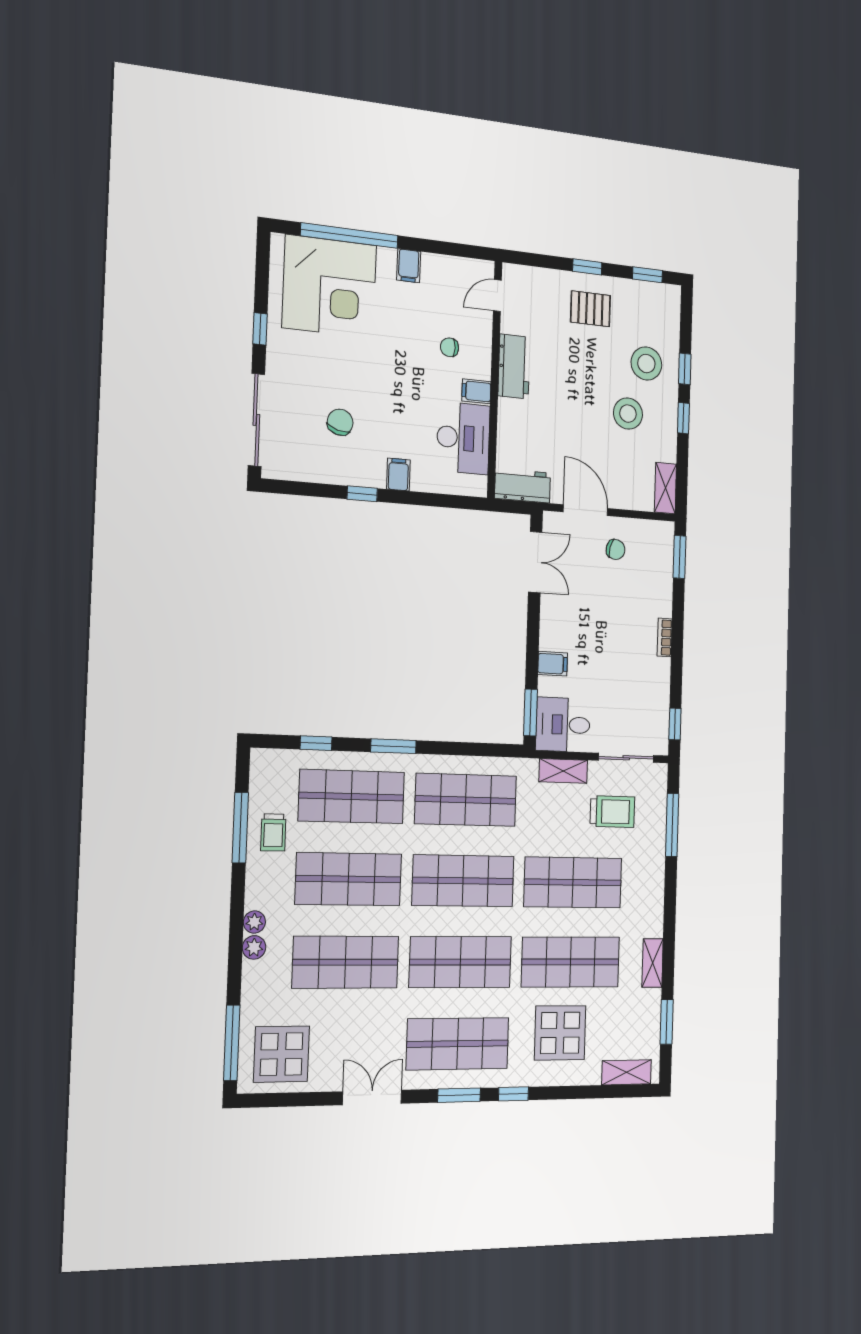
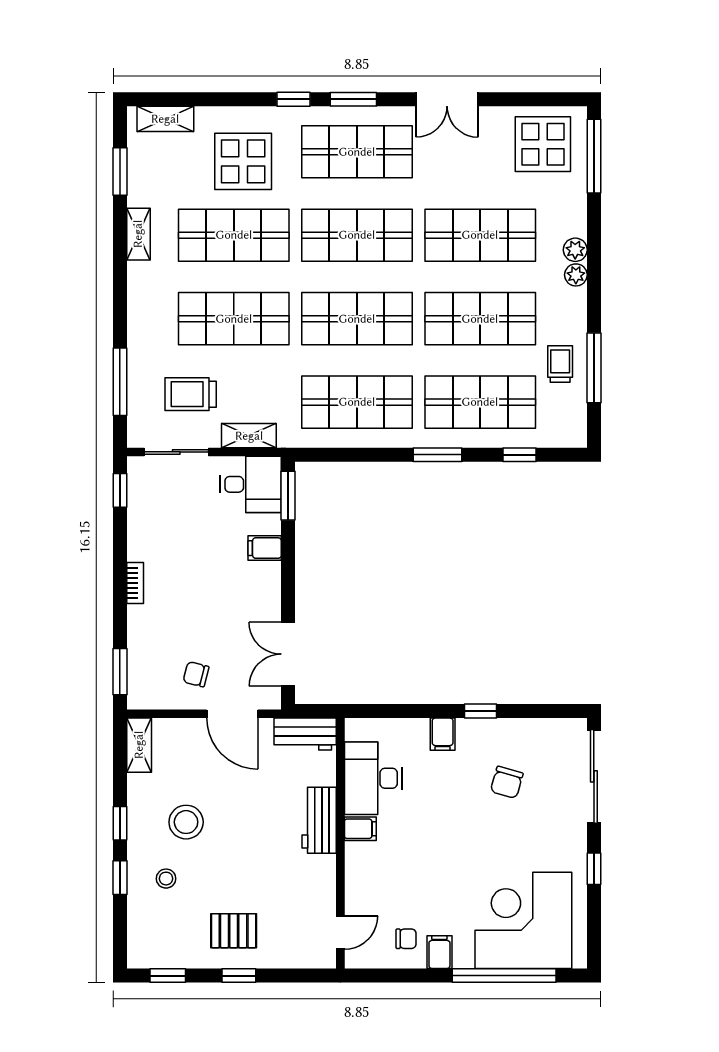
chair: (450, 347) -> (406, 939), moved
stool: (646, 364) -> (166, 879), width x0.53, depth x0.53
workbench: (514, 366) -> (319, 820), moved

